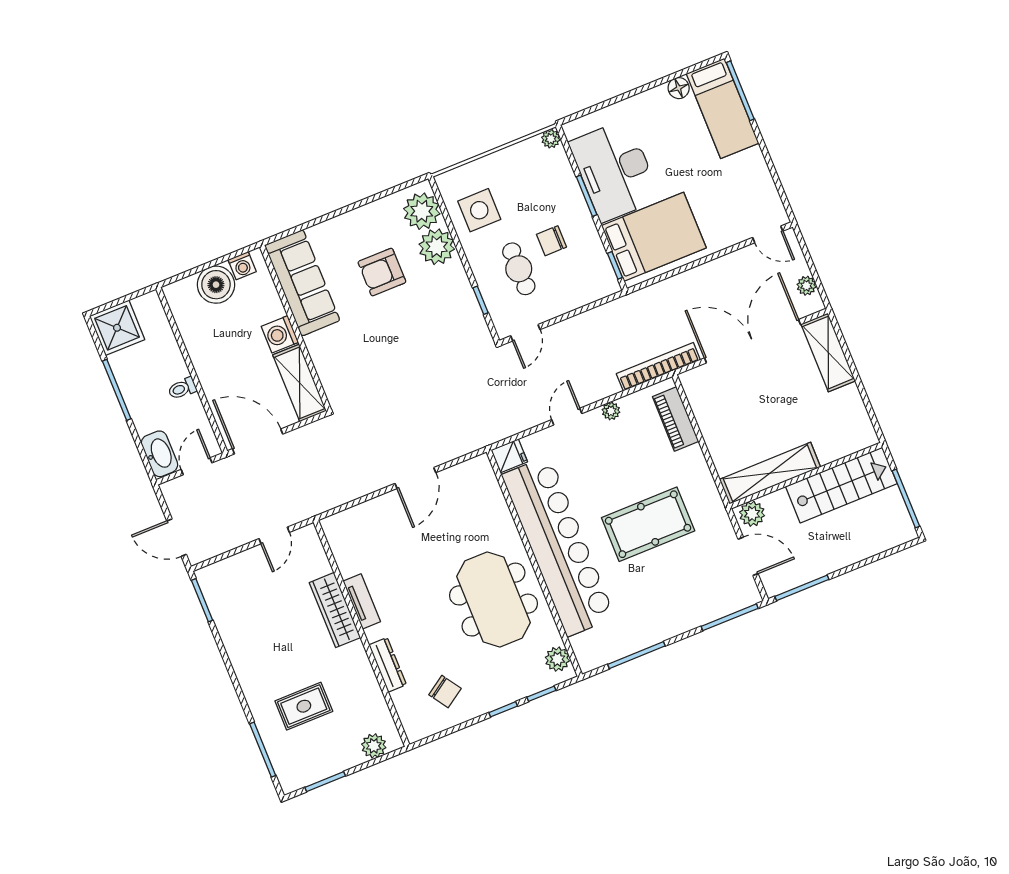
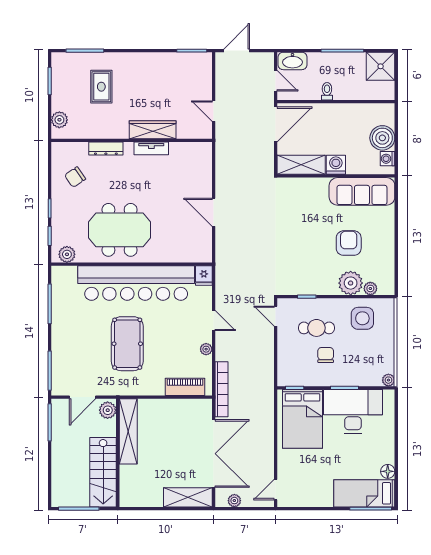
plant: (422, 211) -> (370, 288), width x0.53, depth x0.53

